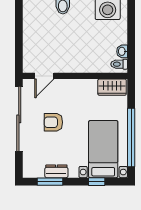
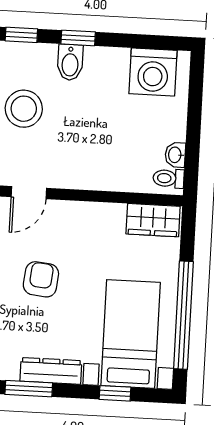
stool: (39, 31) -> (24, 109), added
armchair: (53, 122) -> (41, 279), turned 96
dresser: (56, 171) -> (51, 371), width x1.44

